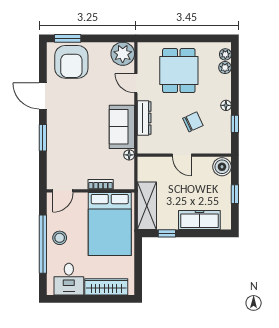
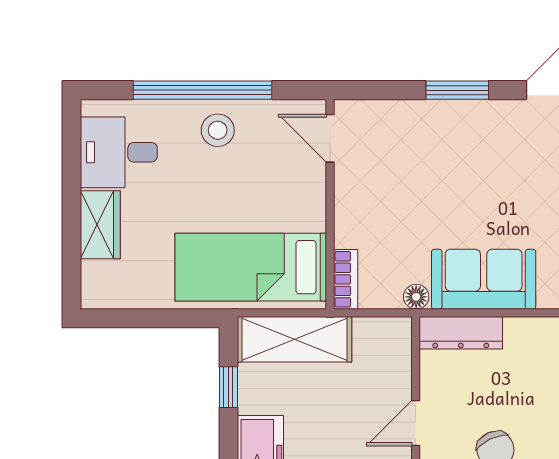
dresser: (144, 118) -> (461, 333), moved
bookcase: (101, 184) -> (346, 279), moved
bed: (110, 224) -> (251, 267), width x0.67
wardrobe: (106, 287) -> (100, 225), width x0.67

